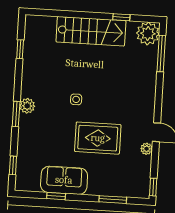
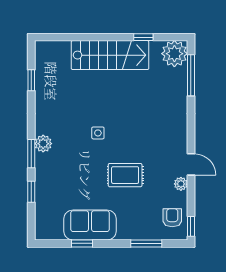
rug: (98, 138) -> (125, 175), width x0.73, depth x0.70
window: (13, 165) -> (31, 192), moved
armchair: (137, 178) -> (172, 218), added

